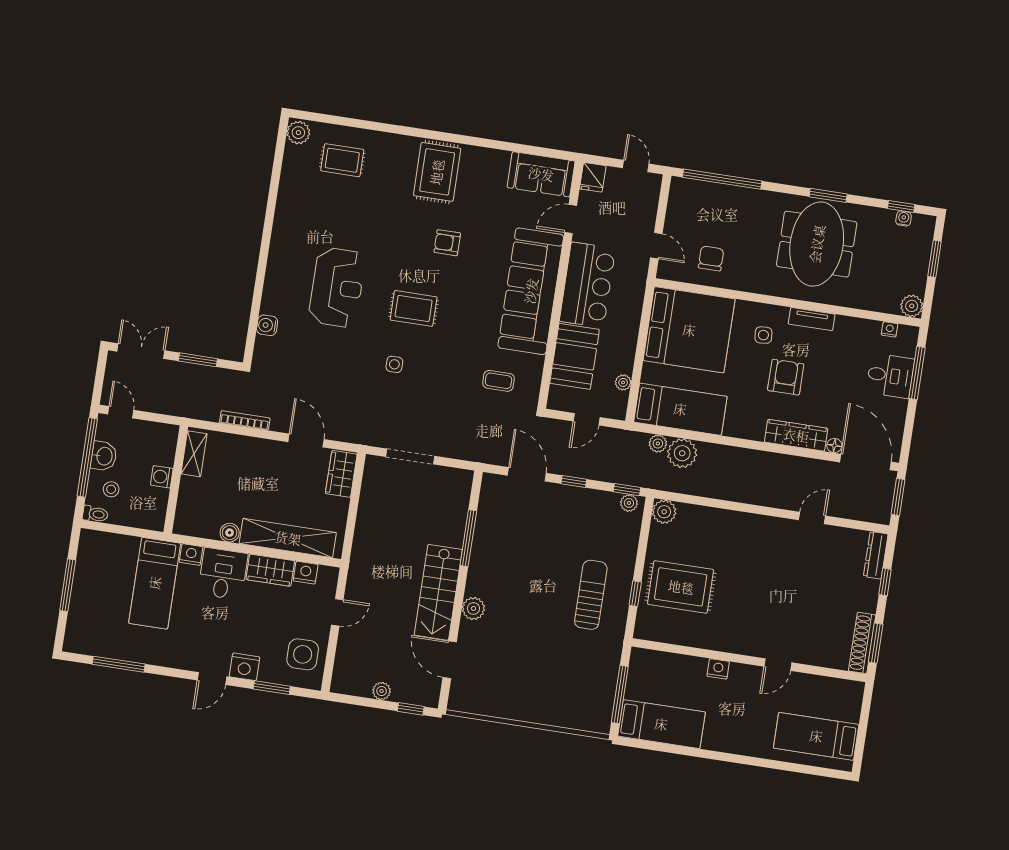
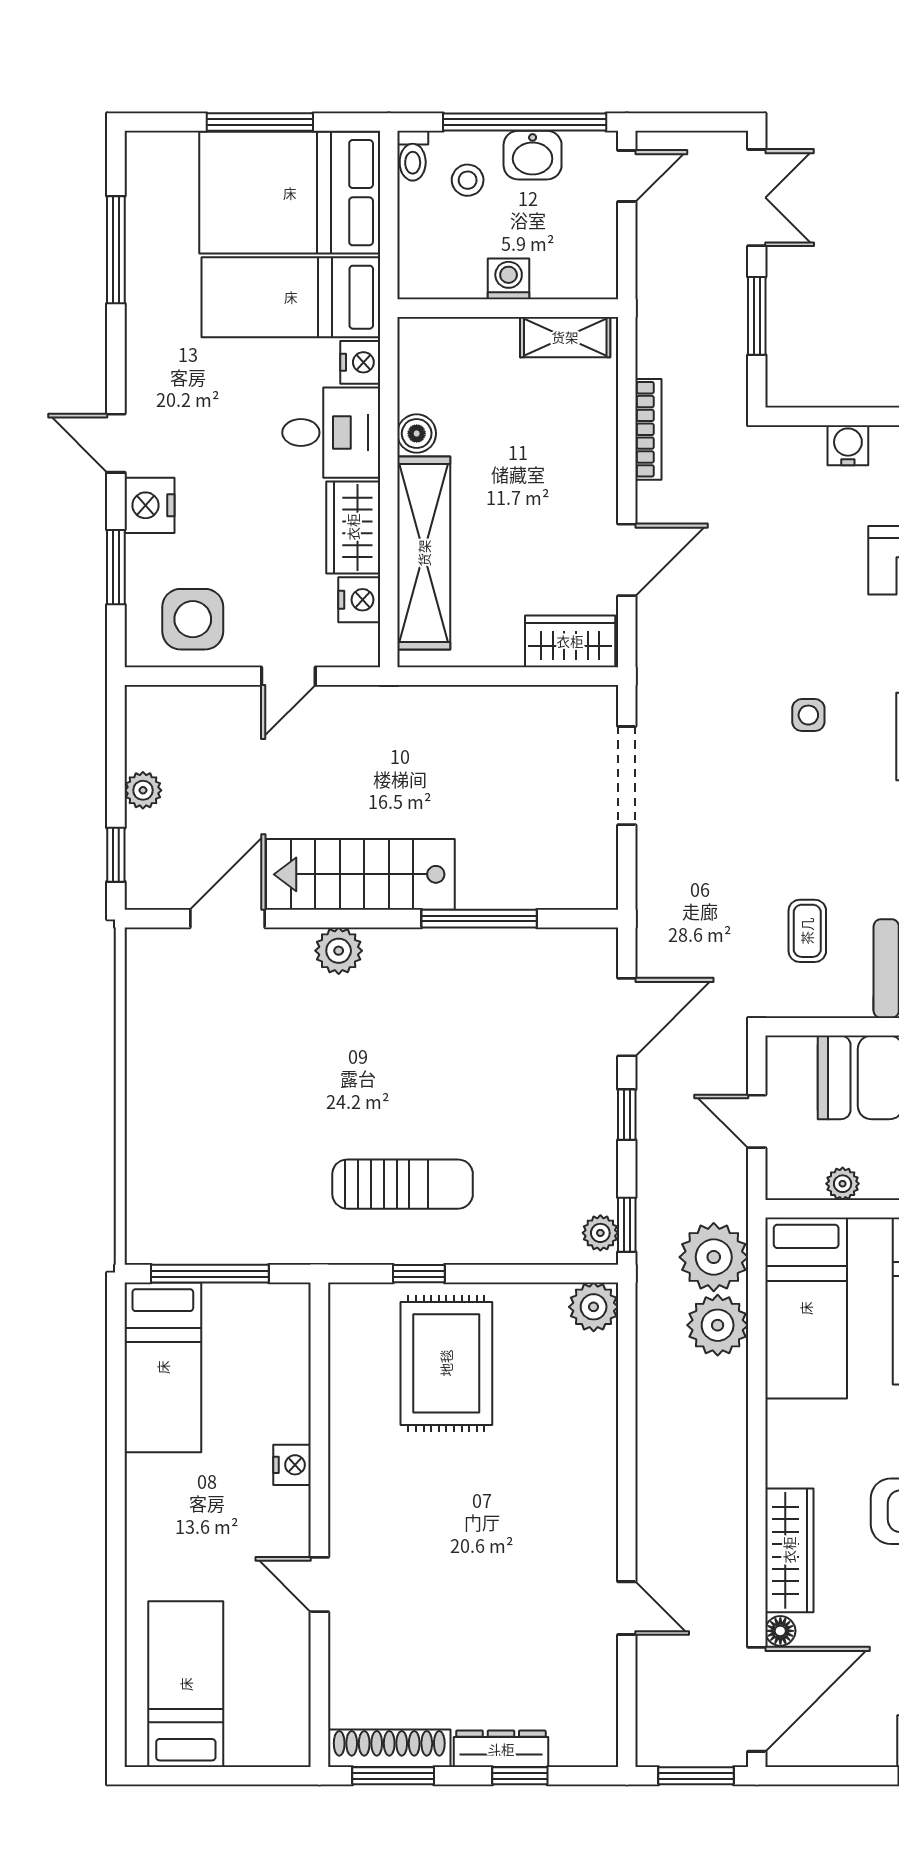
plant: (658, 443) -> (714, 1257), width x1.88, depth x1.88
dresser: (876, 555) -> (501, 1749), moved
bed: (104, 576) -> (290, 193), added
door: (337, 612) -> (288, 676), hinge flipped

